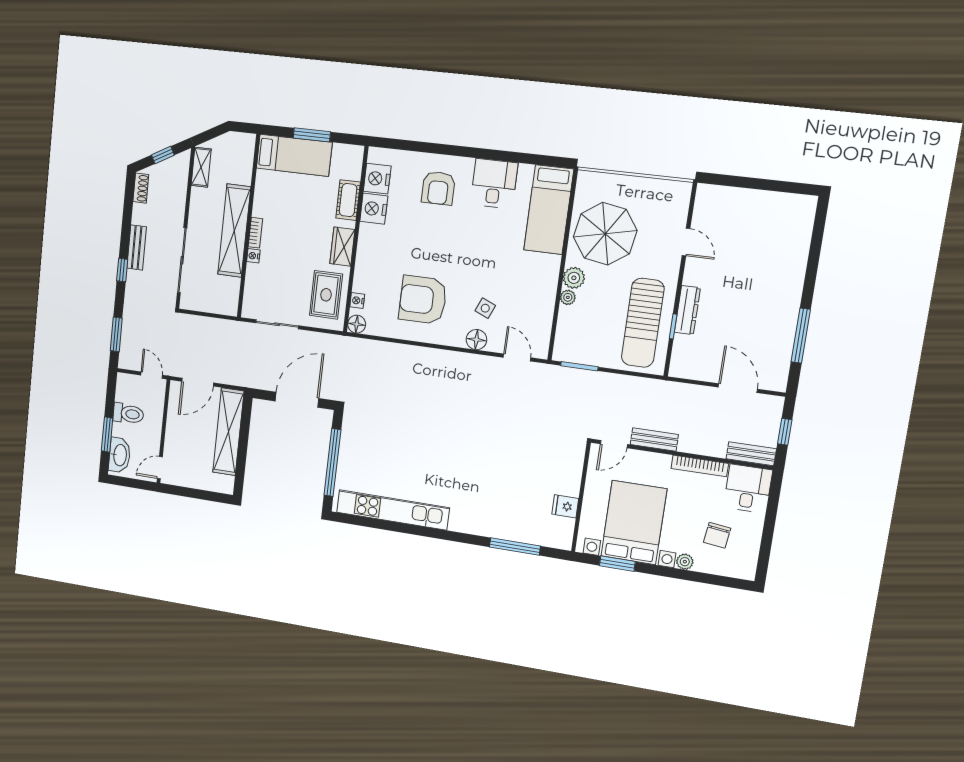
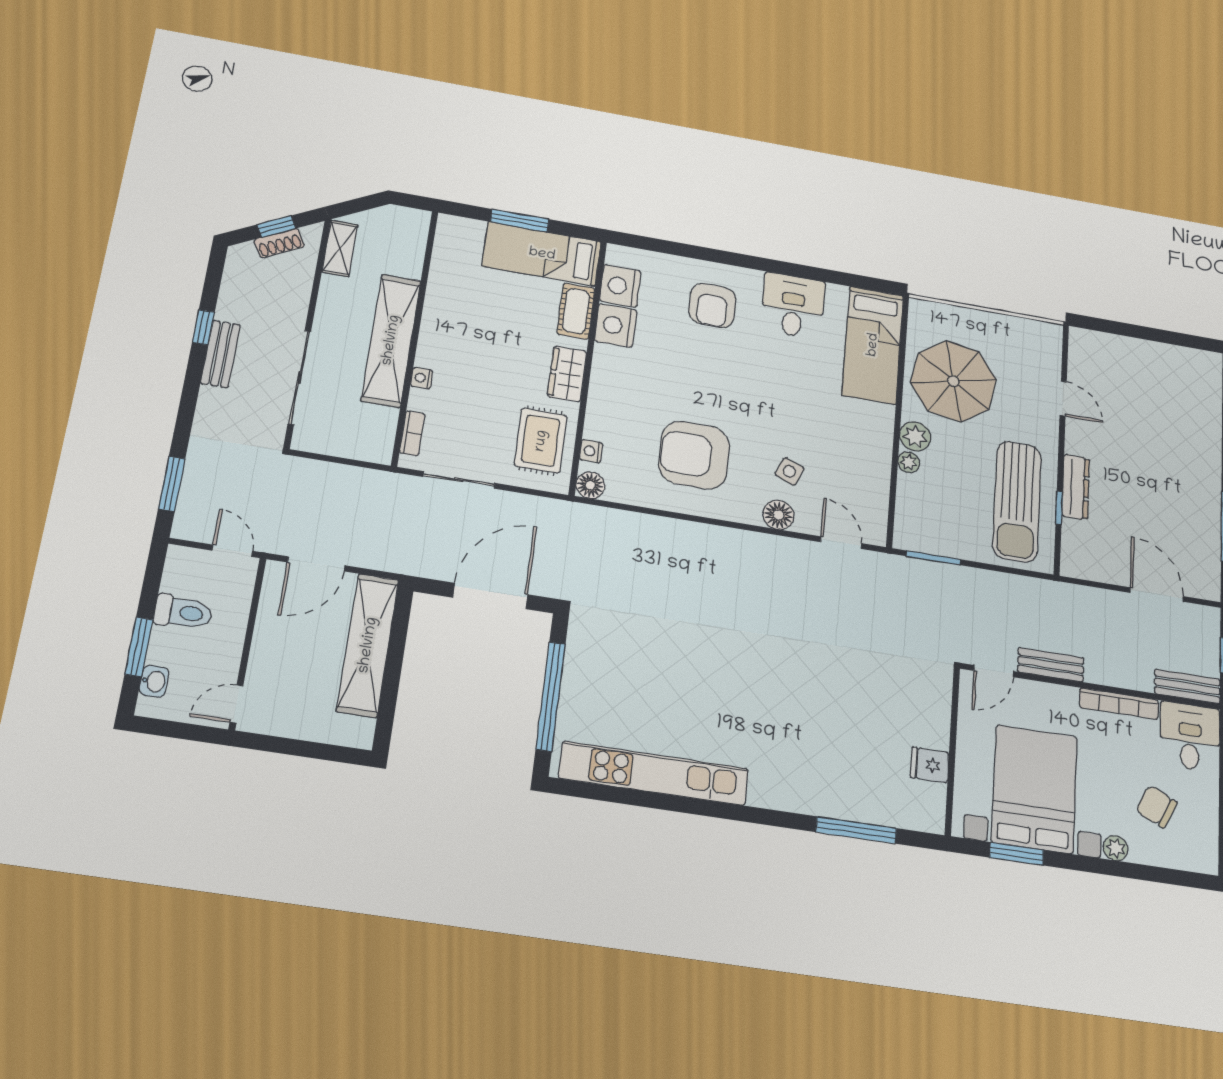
bed: (294, 155) -> (542, 254), moved, turned 180
shoe rack: (141, 188) -> (279, 243), moved, turned 62
bookcase: (255, 233) -> (412, 433), moved
window: (122, 270) -> (203, 327), moved
washbasin: (120, 455) -> (154, 681), width x0.52, depth x0.69
chair: (717, 535) -> (1157, 806), turned 109

